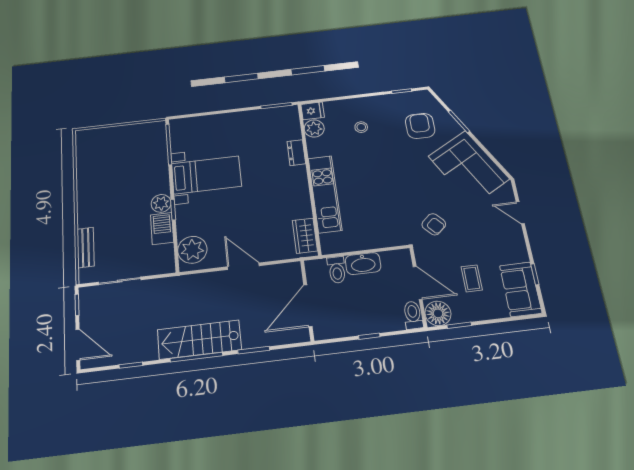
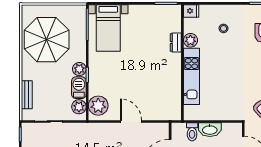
plant: (314, 129) -> (190, 40), moved
parasol: (112, 170) -> (47, 40), added
bed with nightstands: (206, 175) -> (108, 28), moved, turned 90
wardrobe: (305, 236) -> (174, 105), removed
plant: (164, 255) -> (79, 107), added

